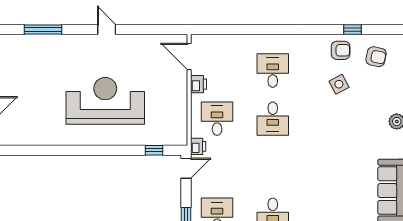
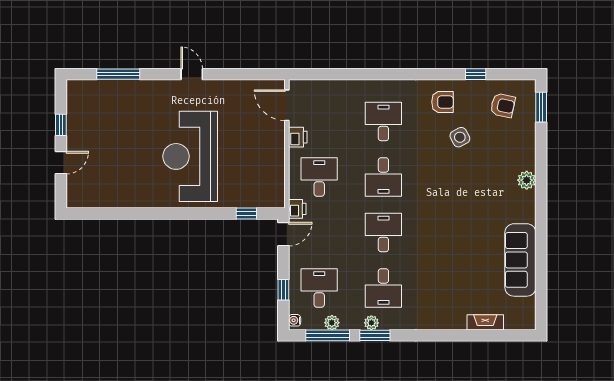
armchair: (341, 50) -> (442, 102), moved
reception desk: (105, 101) -> (190, 156), turned -90
desk: (273, 167) -> (383, 232), added

